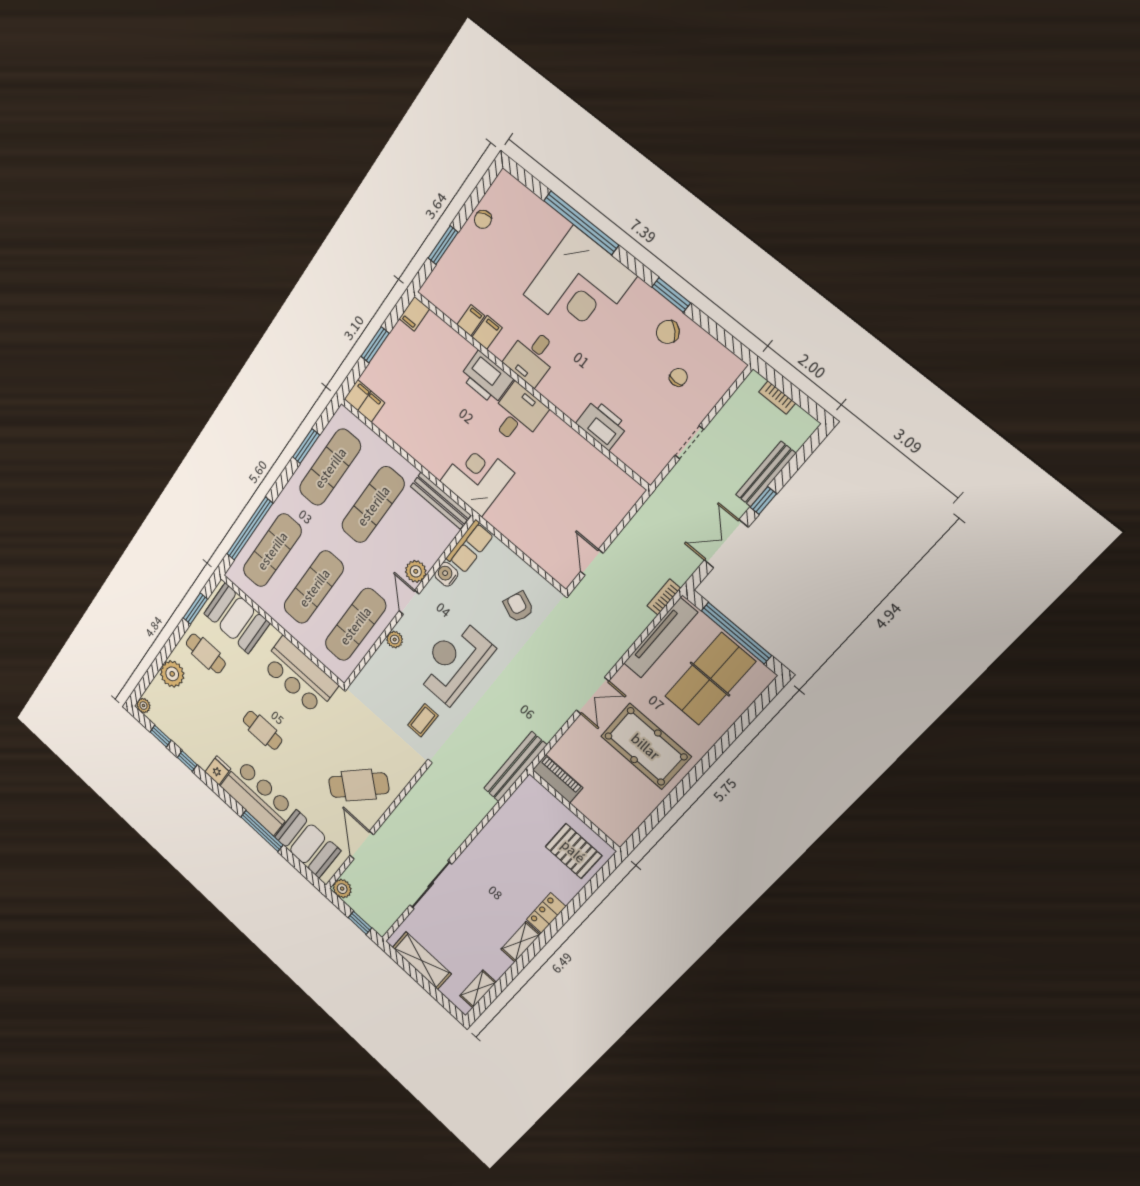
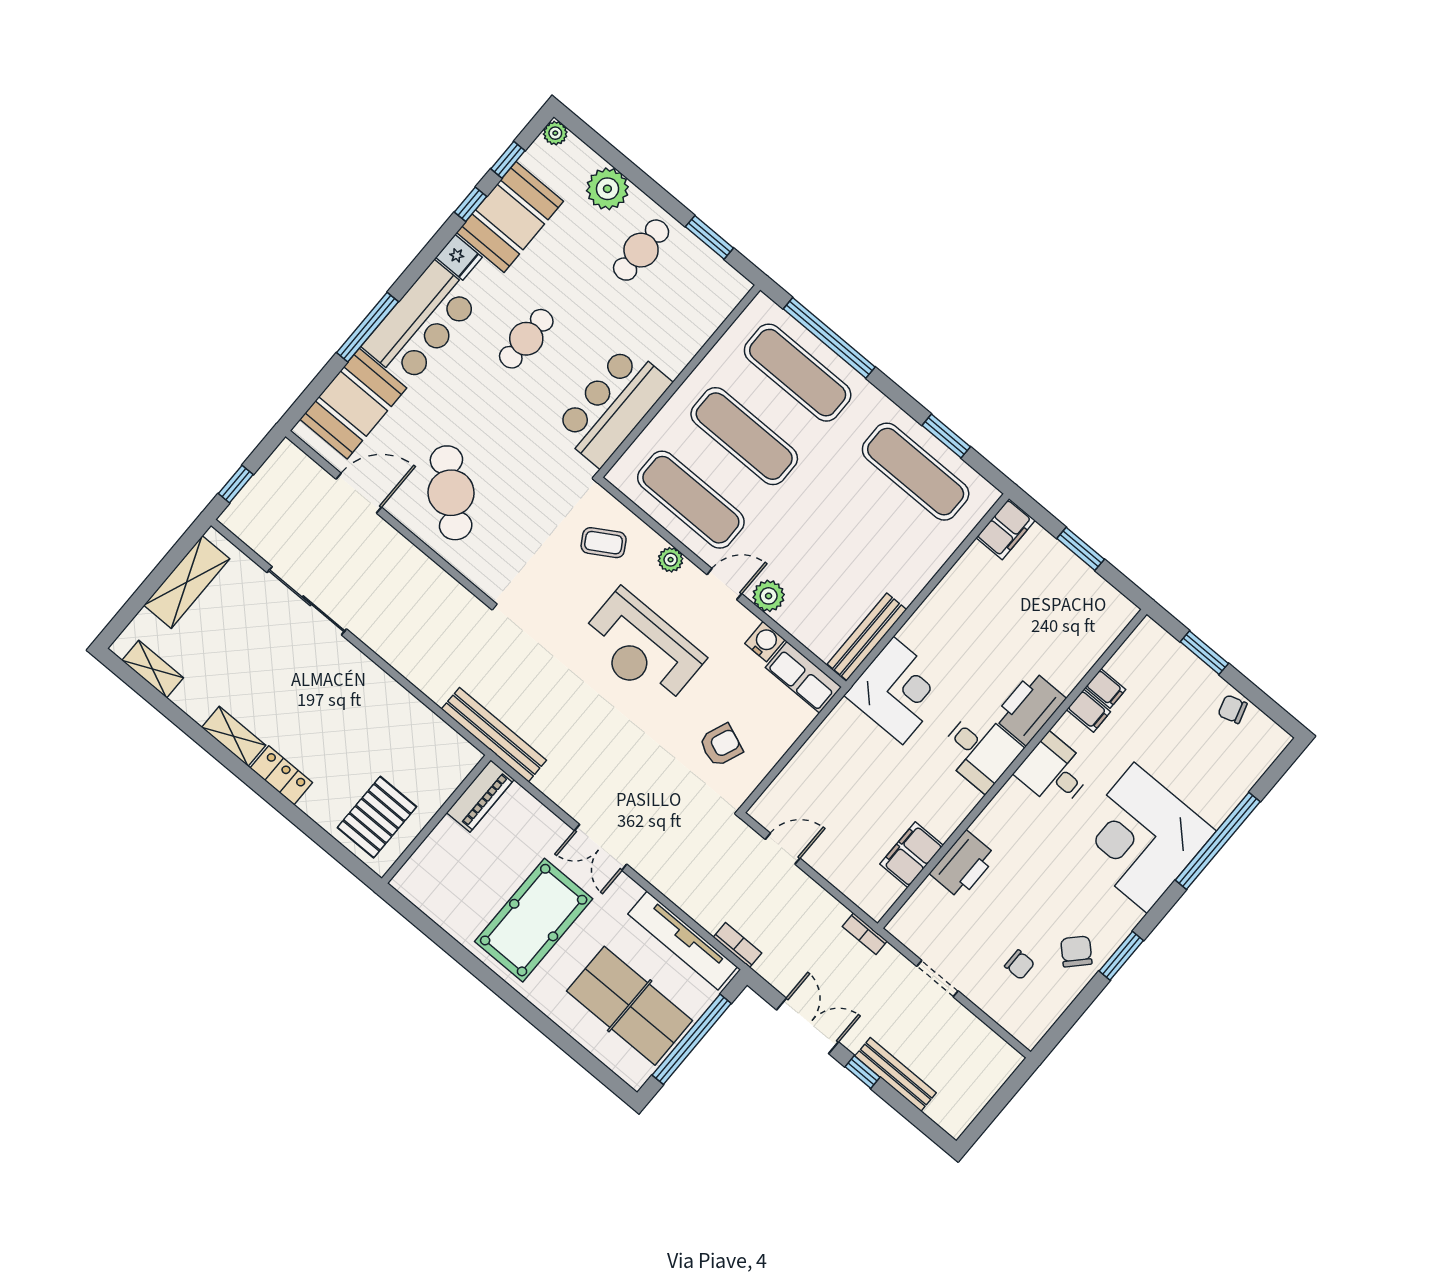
filing cabinet: (414, 314) -> (912, 855), moved, width x2.00
bookcase: (777, 397) -> (865, 934), moved, turned -90
exercise mat: (373, 505) -> (862, 535), removed
booth: (237, 618) -> (510, 217), moved
reception desk: (454, 662) -> (641, 649), turned 180
coffee table: (423, 720) -> (604, 543), moved, turned -31
plant: (342, 889) -> (287, 457), removed

